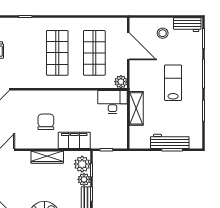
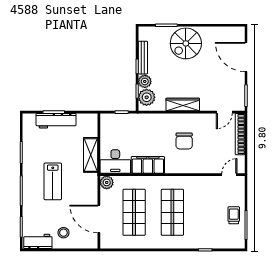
filing cabinet: (74, 140) -> (148, 165), moved, turned 180

